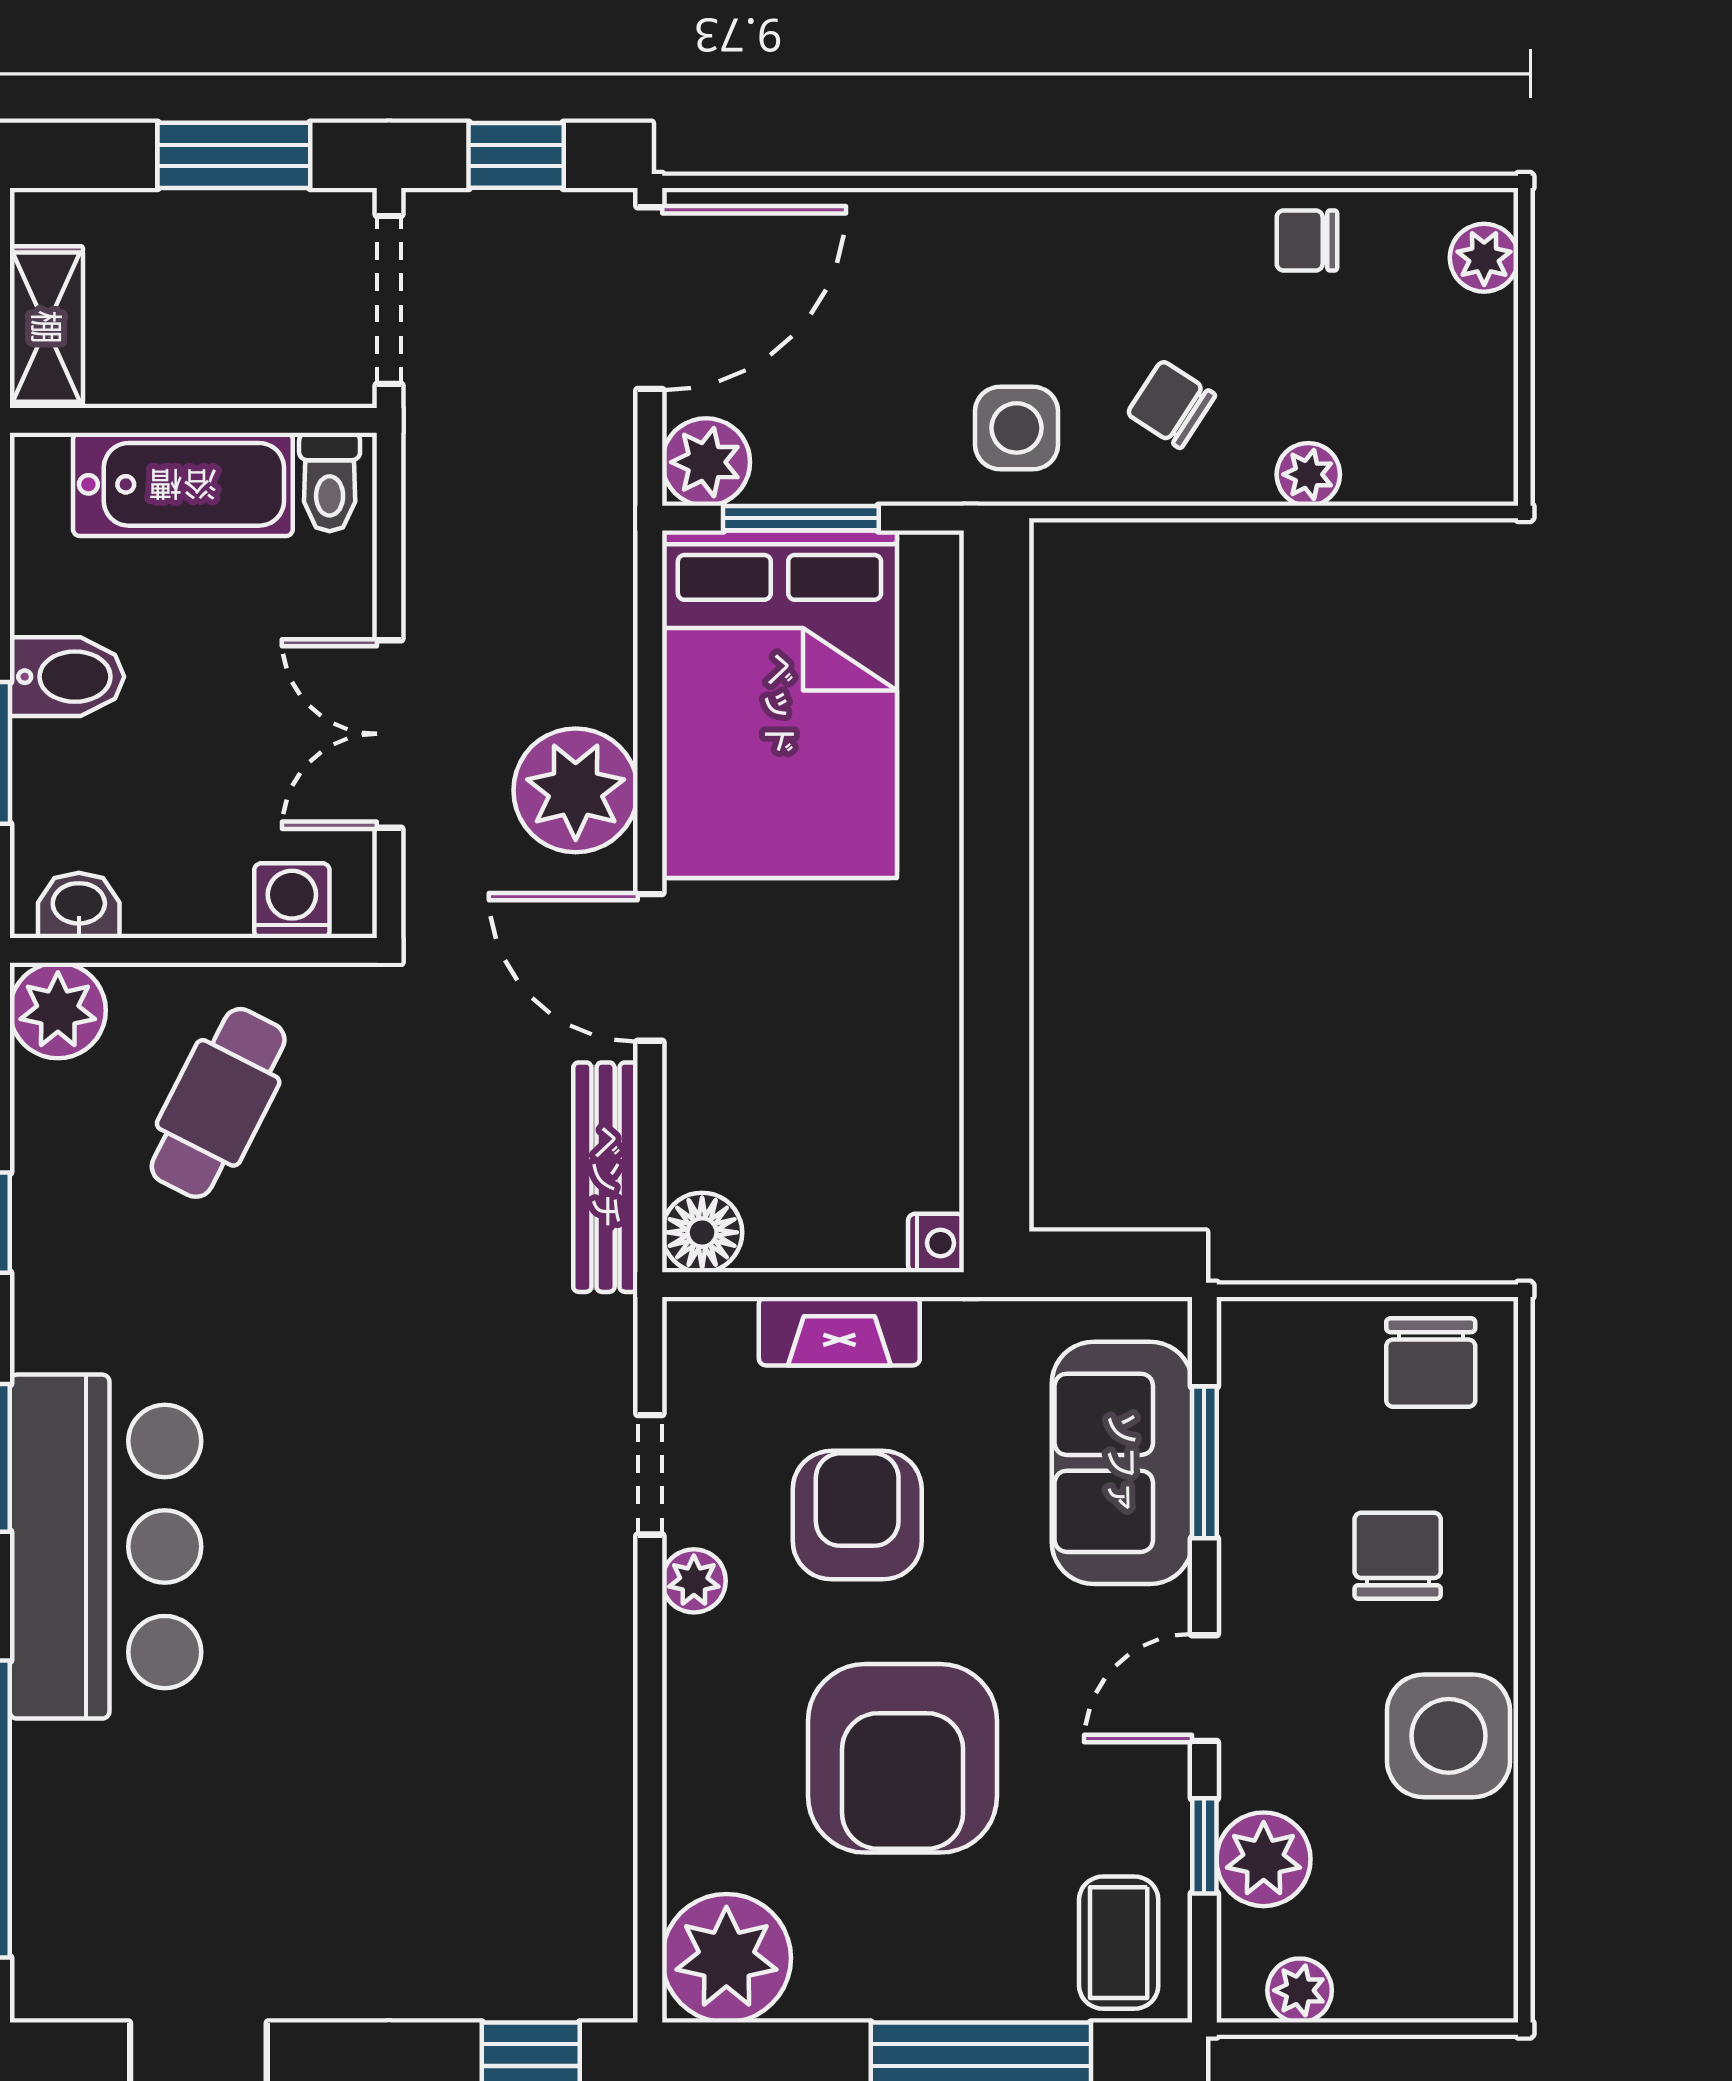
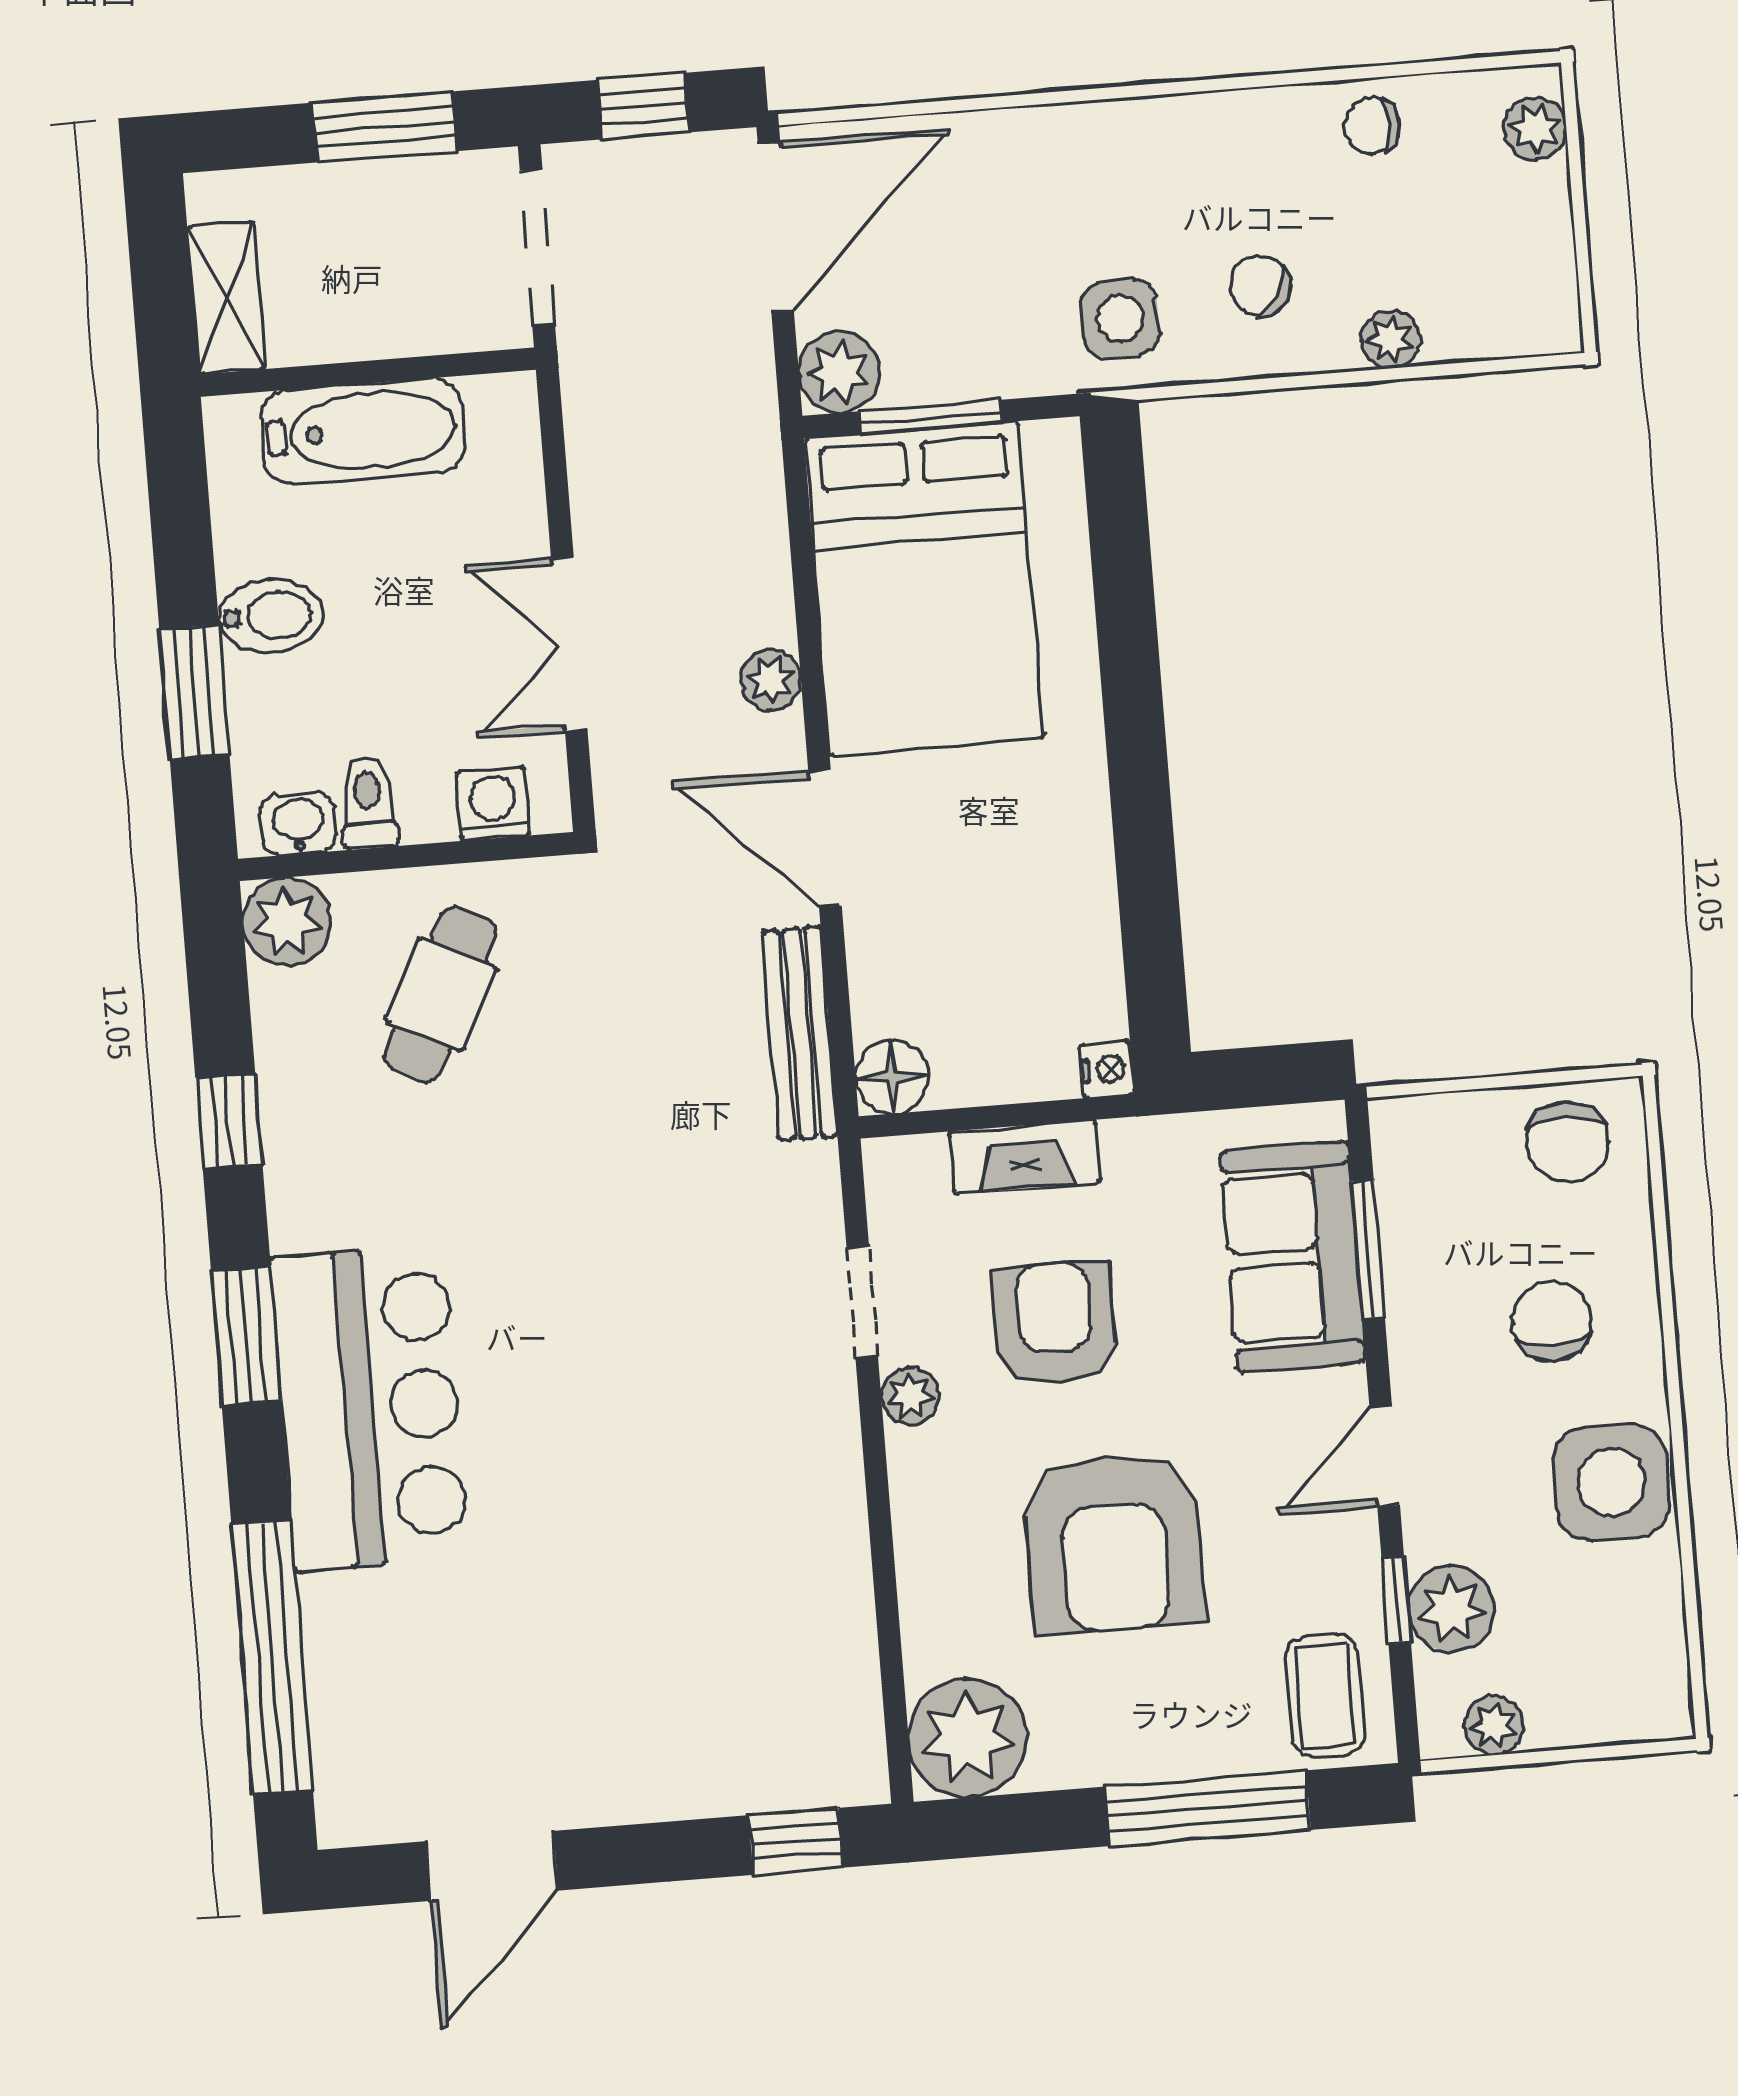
toilet: (330, 482) -> (368, 803), moved, turned 180
plant: (576, 790) -> (771, 680), width x0.53, depth x0.53

